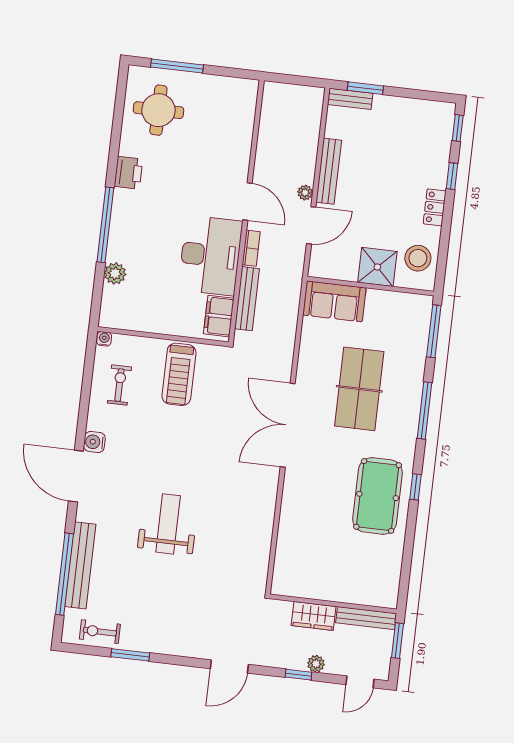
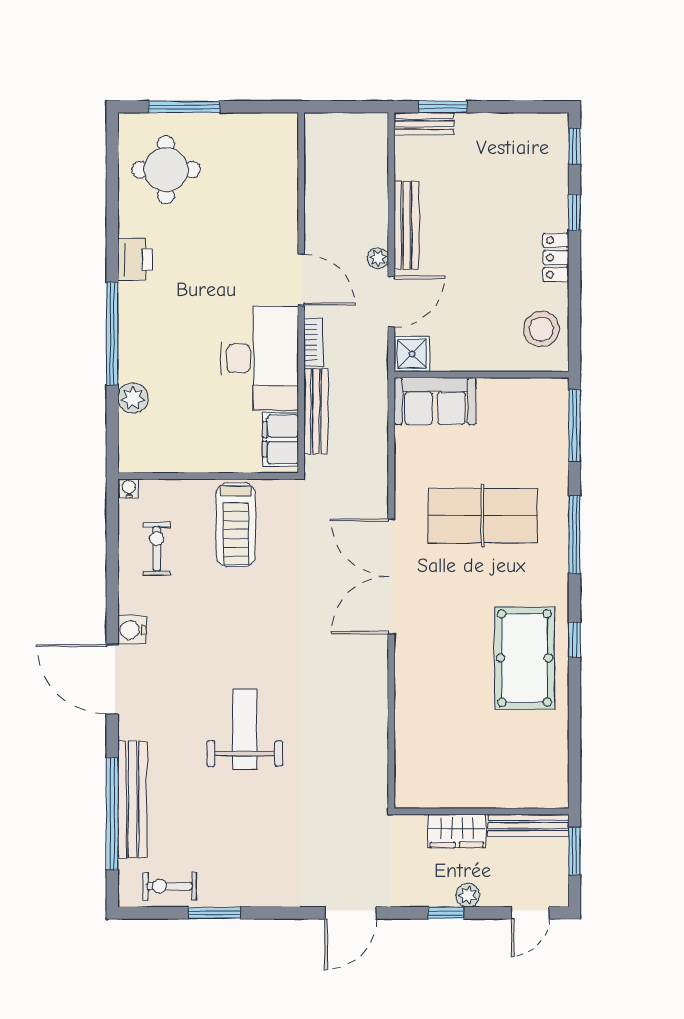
shower: (377, 267) -> (412, 354), moved, width x0.73, depth x0.73
table tennis table: (359, 389) -> (483, 516), turned 90

